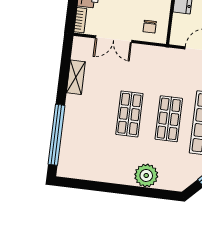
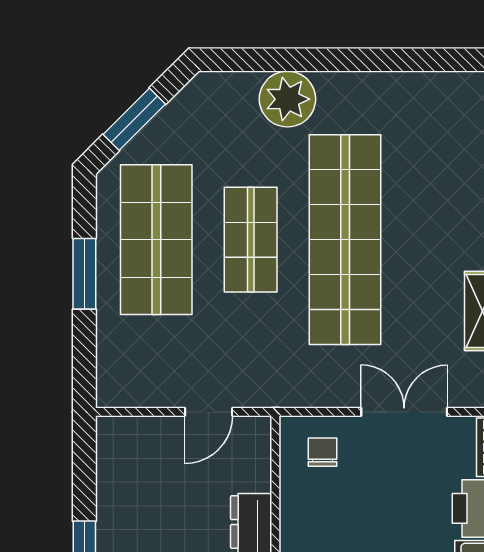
shop shelf: (129, 114) -> (345, 240), width x2.00, depth x1.36

